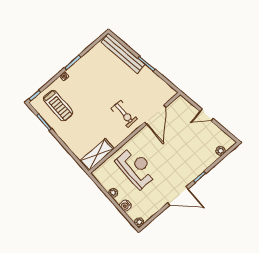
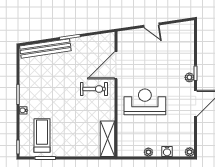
treadmill: (58, 106) -> (42, 135), turned -90
door: (155, 115) -> (116, 65), swing flipped
door: (206, 115) -> (151, 25), hinge flipped
plant: (221, 151) -> (189, 77), moved
reception desk: (136, 168) -> (145, 102), moved

